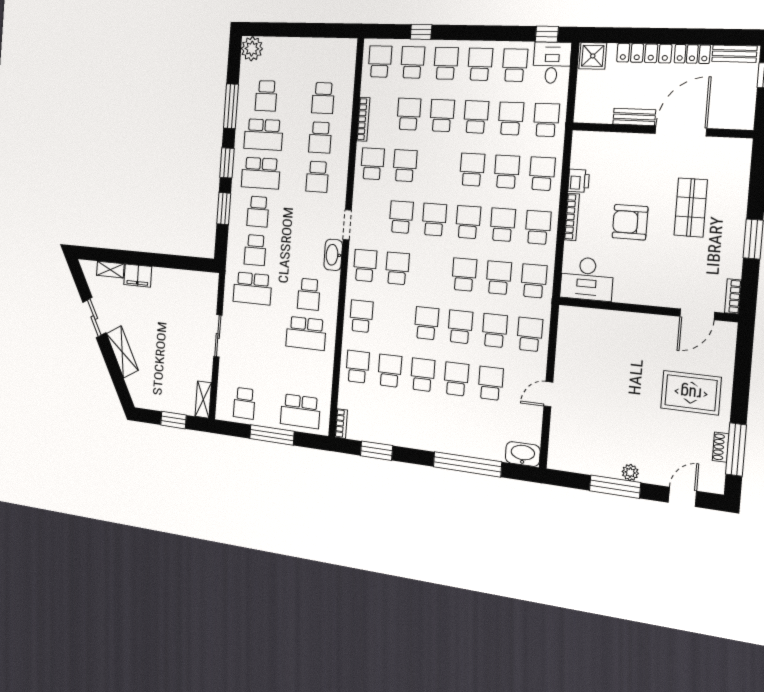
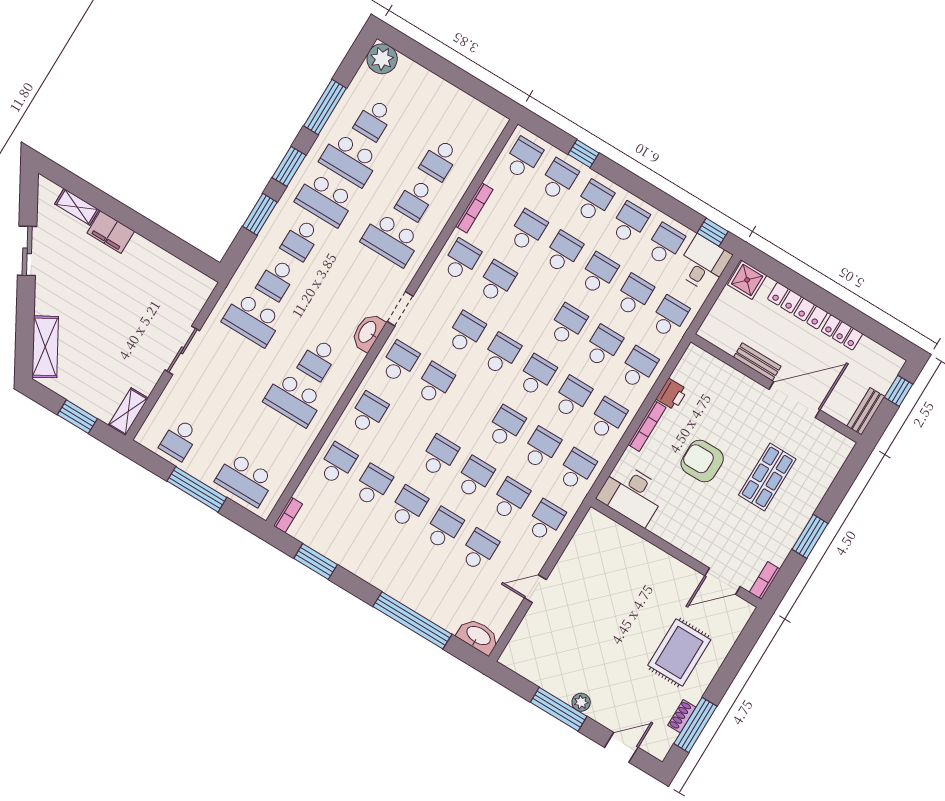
bench: (734, 54) -> (866, 411), moved, turned 90
school desk: (317, 177) -> (391, 240), width x1.85
shelving: (122, 352) -> (45, 347), moved
rug: (691, 393) -> (679, 652), turned 90

